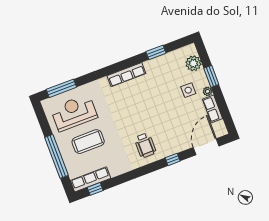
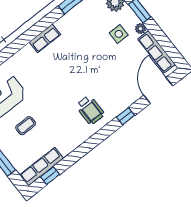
row of seats: (126, 75) -> (45, 38), width x0.68
row of seats: (213, 109) -> (157, 52), width x1.48
coffee table: (88, 142) -> (26, 126), width x0.54, depth x0.58

